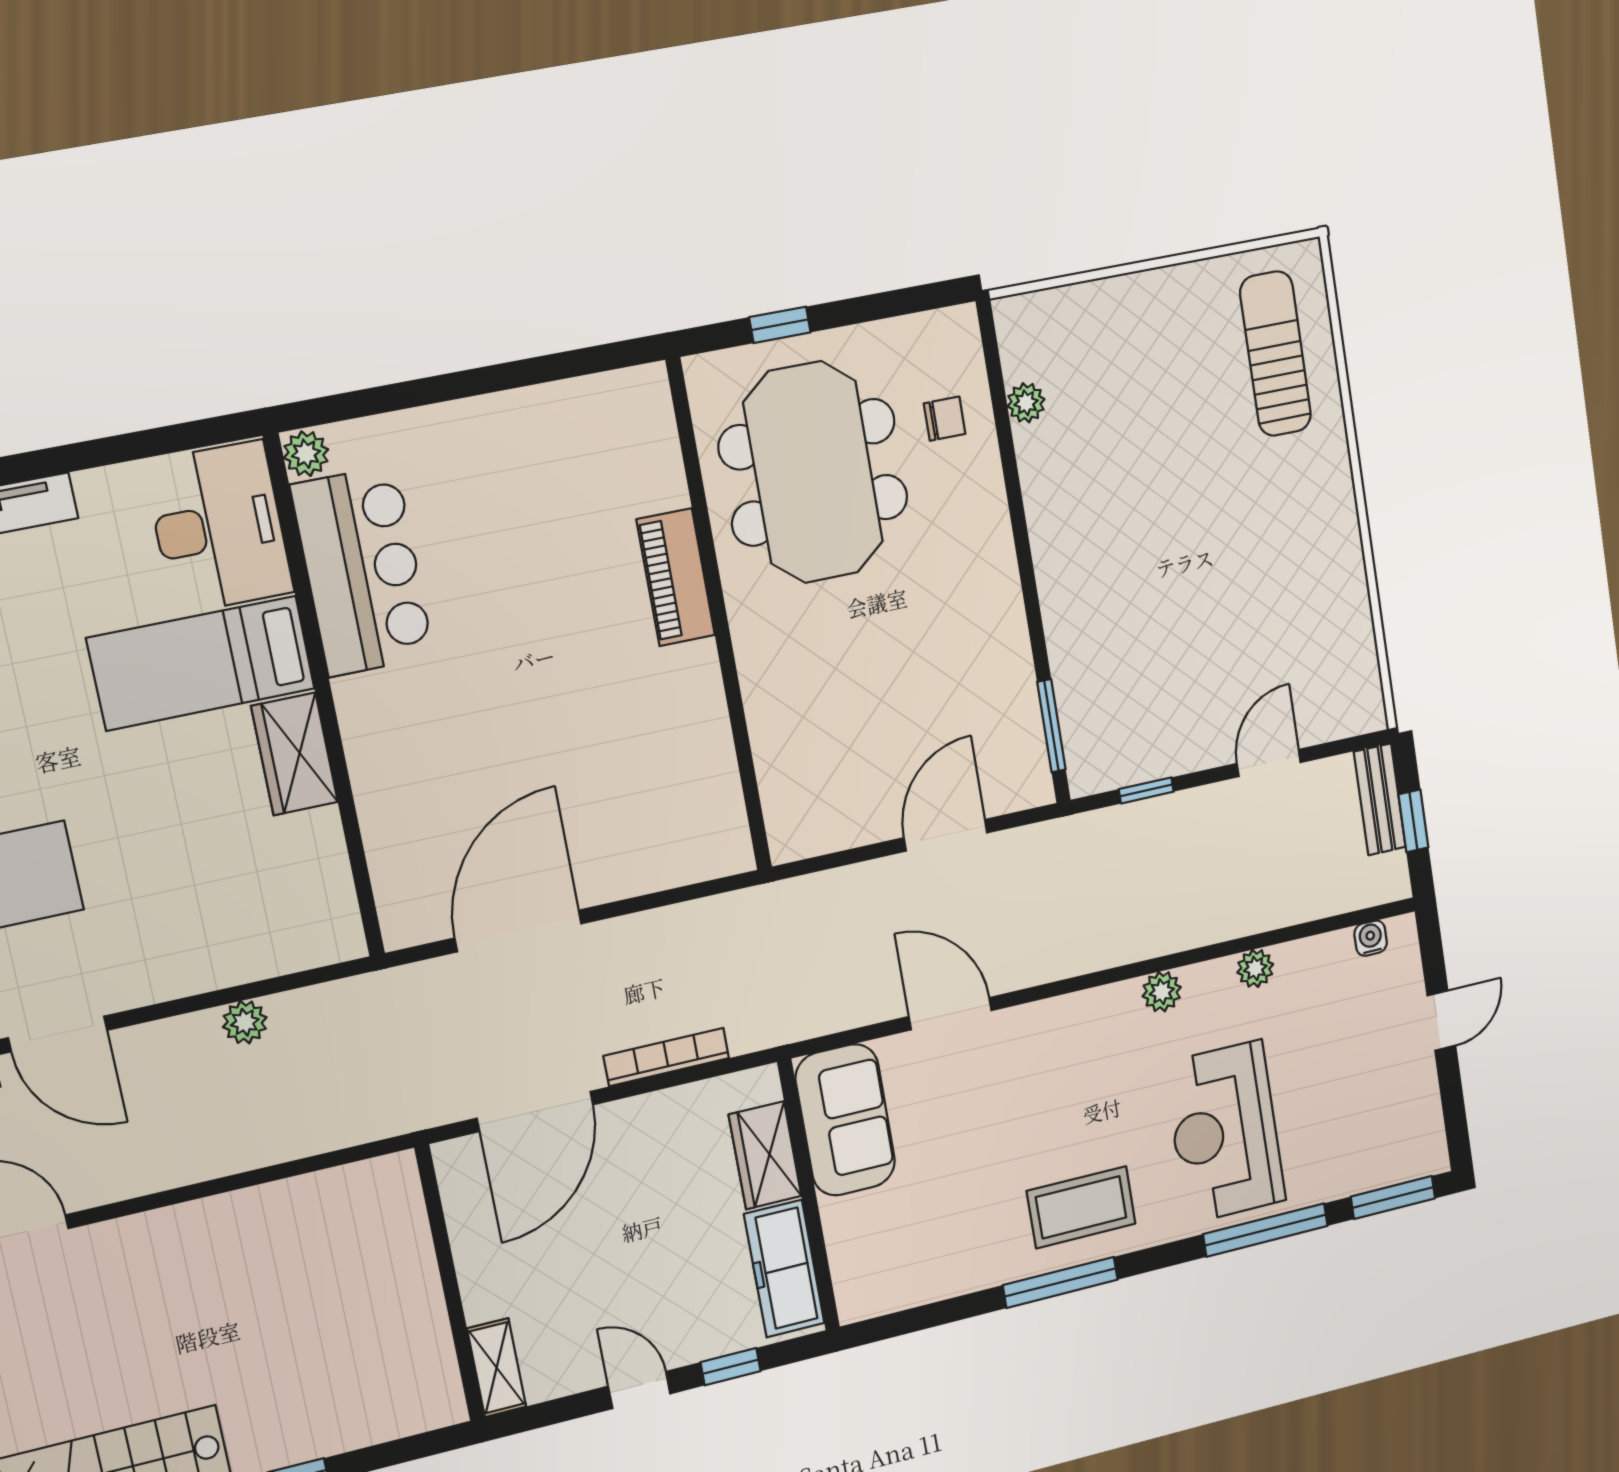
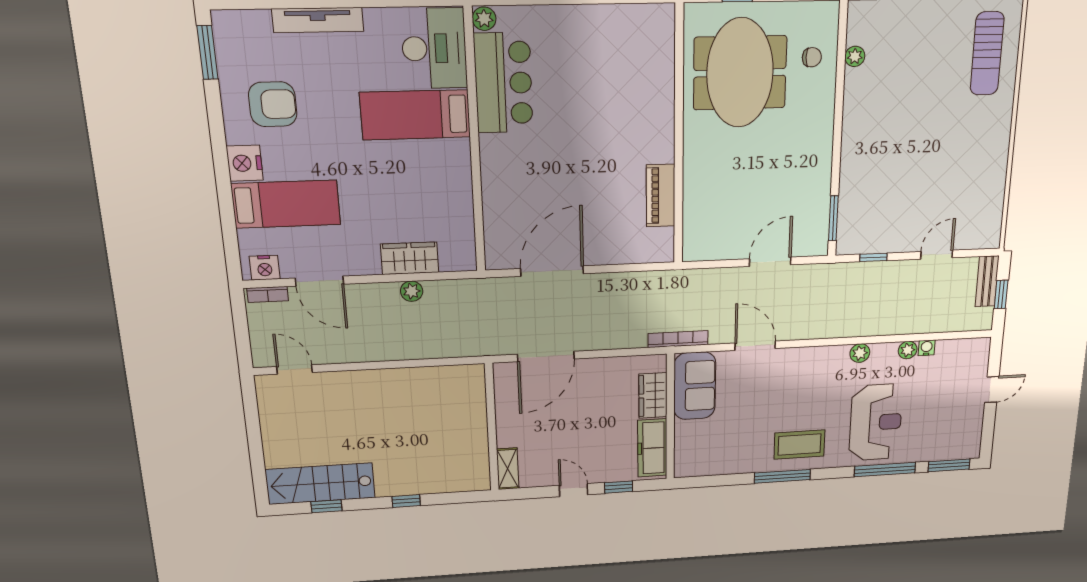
sun lounger: (1276, 354) -> (987, 54), turned 180
piano: (676, 577) -> (661, 196), moved
wardrobe: (295, 754) -> (410, 258), moved, turned 90
water cooler: (1371, 938) -> (927, 348), moved
bookcase: (666, 1057) -> (678, 339), moved
reception desk: (1225, 1132) -> (876, 422), turned 180

